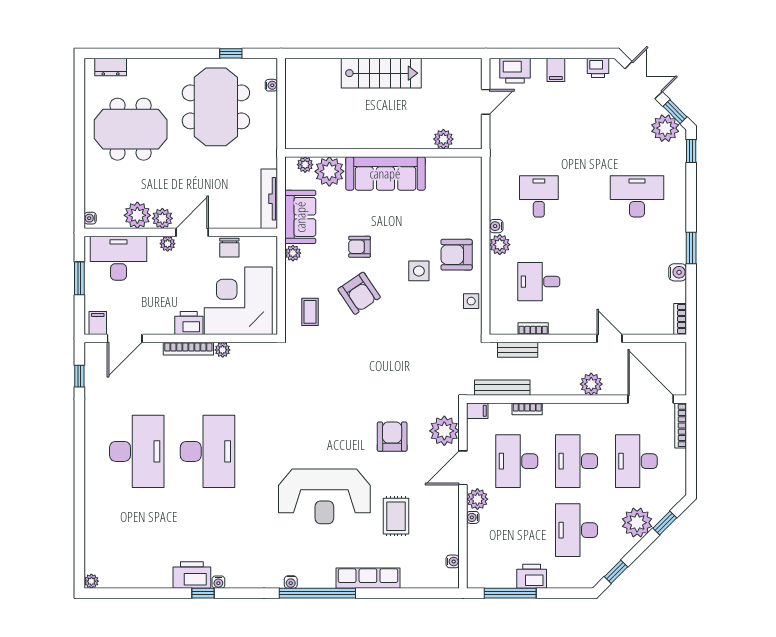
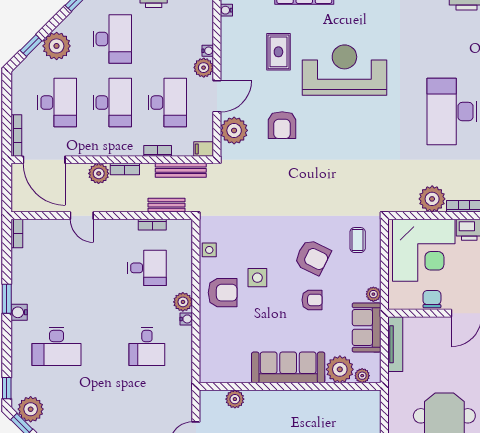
water cooler: (678, 272) -> (19, 312), moved
armchair: (359, 293) -> (312, 257), turned 150
plant: (223, 350) -> (432, 199), width x1.87, depth x1.87
bookcase: (563, 389) -> (125, 169), added

